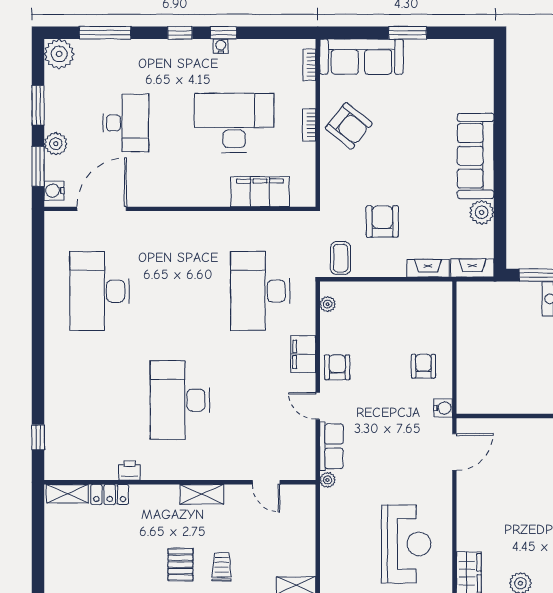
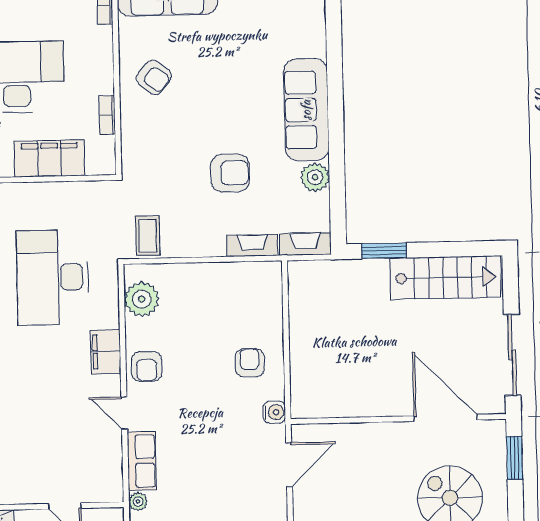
bookcase: (309, 125) -> (107, 115), moved
armchair: (349, 126) -> (154, 77), width x0.72, depth x0.72
armchair: (382, 221) -> (230, 173), moved, turned 90
plant: (328, 304) -> (142, 299), width x1.88, depth x1.88
armchair: (337, 367) -> (147, 366), turned 180

